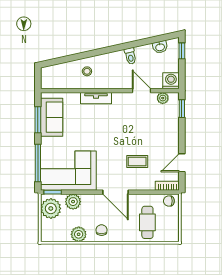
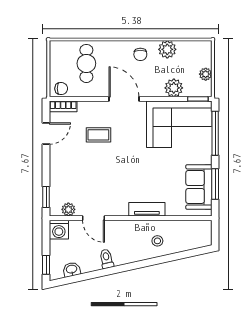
plant: (51, 208) -> (206, 74), width x0.53, depth x0.53

